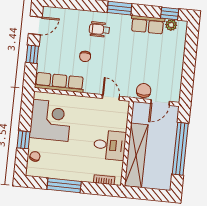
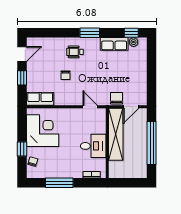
row of seats: (59, 82) -> (40, 99), width x0.68
shelving: (136, 155) -> (116, 134), moved

